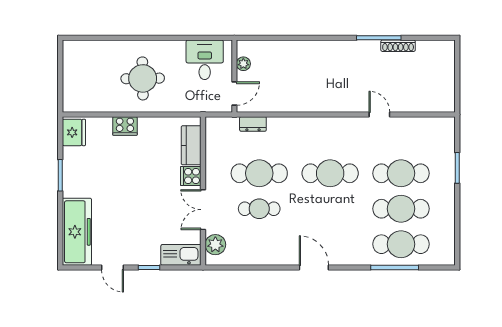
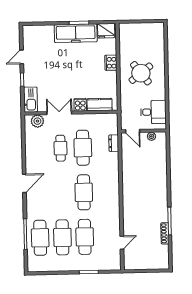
round table: (143, 78) -> (141, 73), turned -37
door: (379, 114) -> (122, 243), moved
freezer: (77, 232) -> (76, 33), moved

